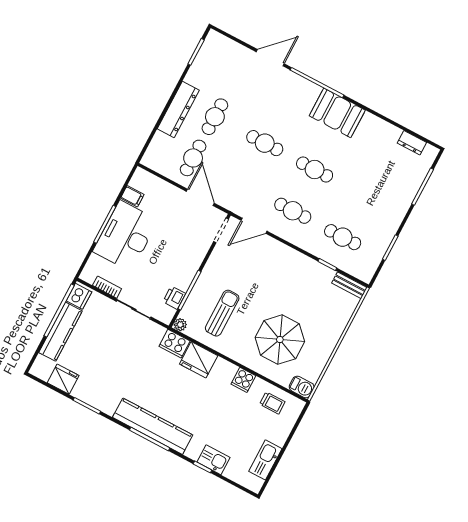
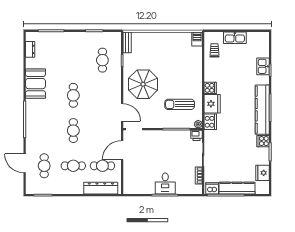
door: (270, 58) -> (25, 163), moved
dresser: (178, 109) -> (101, 188), moved
booth: (337, 113) -> (35, 84), moved
filing cabinet: (132, 196) -> (141, 188), removed
cafe table: (293, 211) -> (44, 166), moved
desk: (125, 236) -> (165, 184), width x0.53, depth x0.77
printer: (174, 298) -> (197, 135), moved
parasol: (280, 340) -> (143, 84), moved
cooker: (243, 380) -> (210, 88), moved
cooker: (108, 404) -> (263, 141), added
kitchen sink: (265, 460) -> (235, 38), moved

